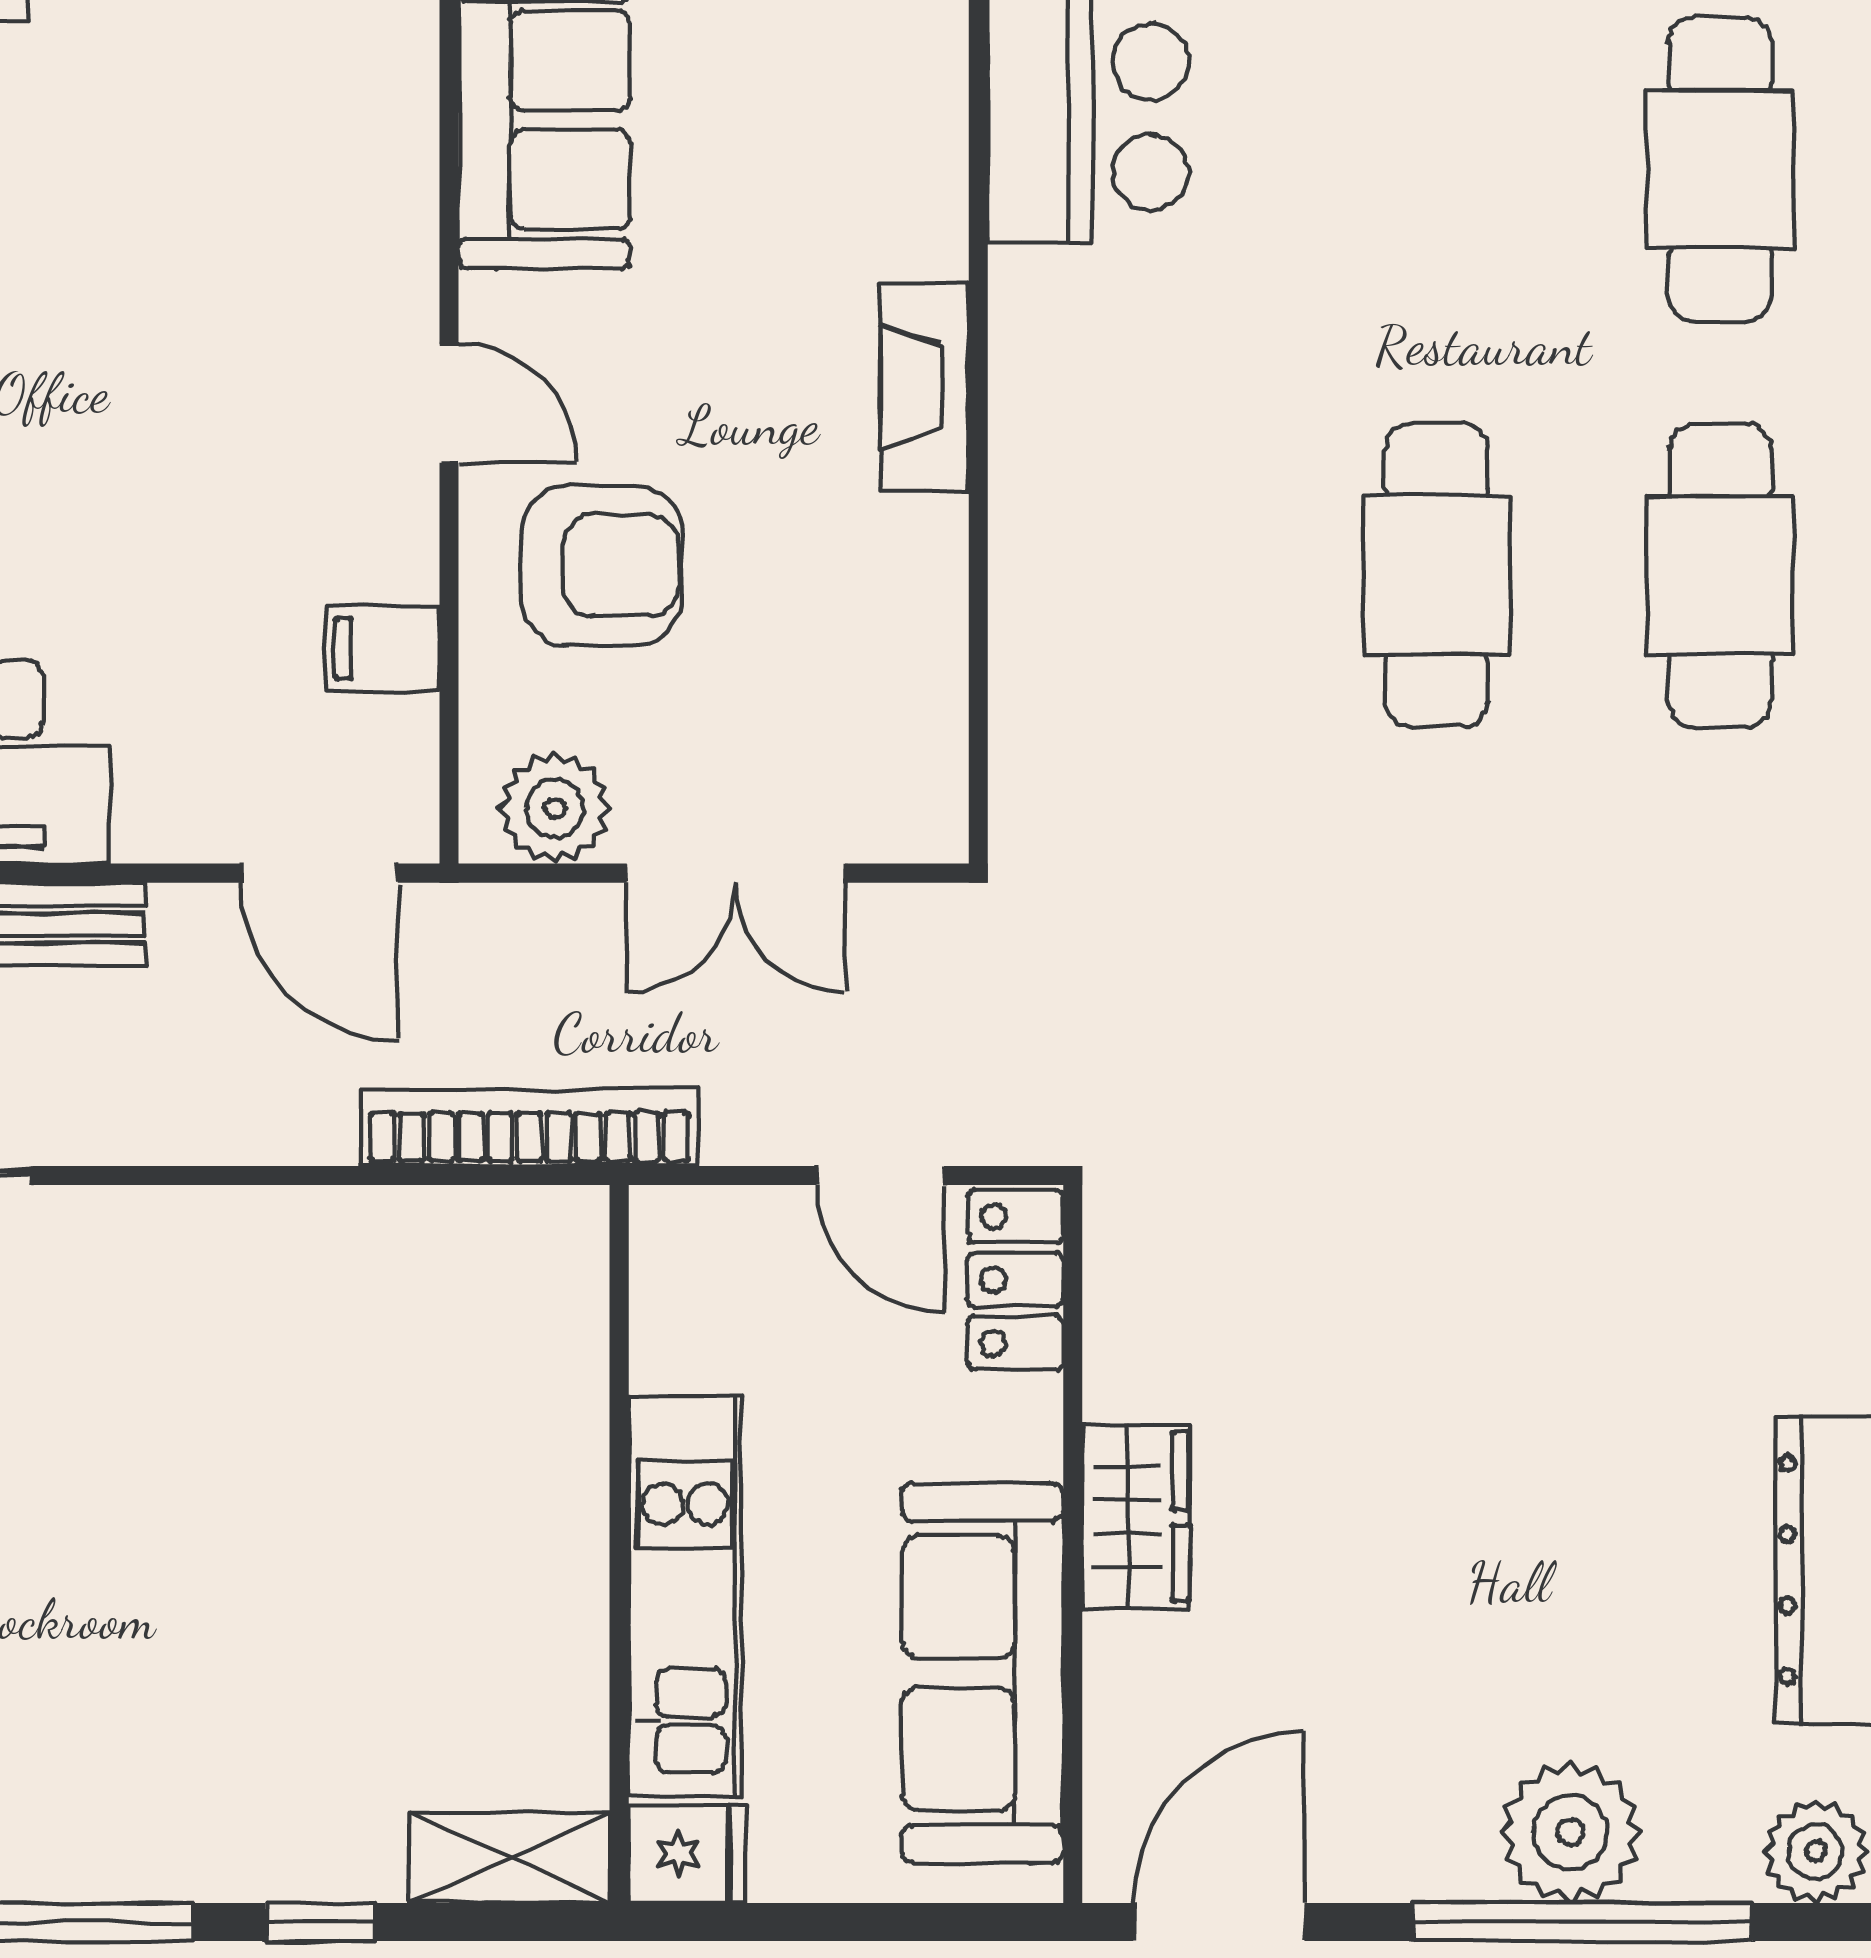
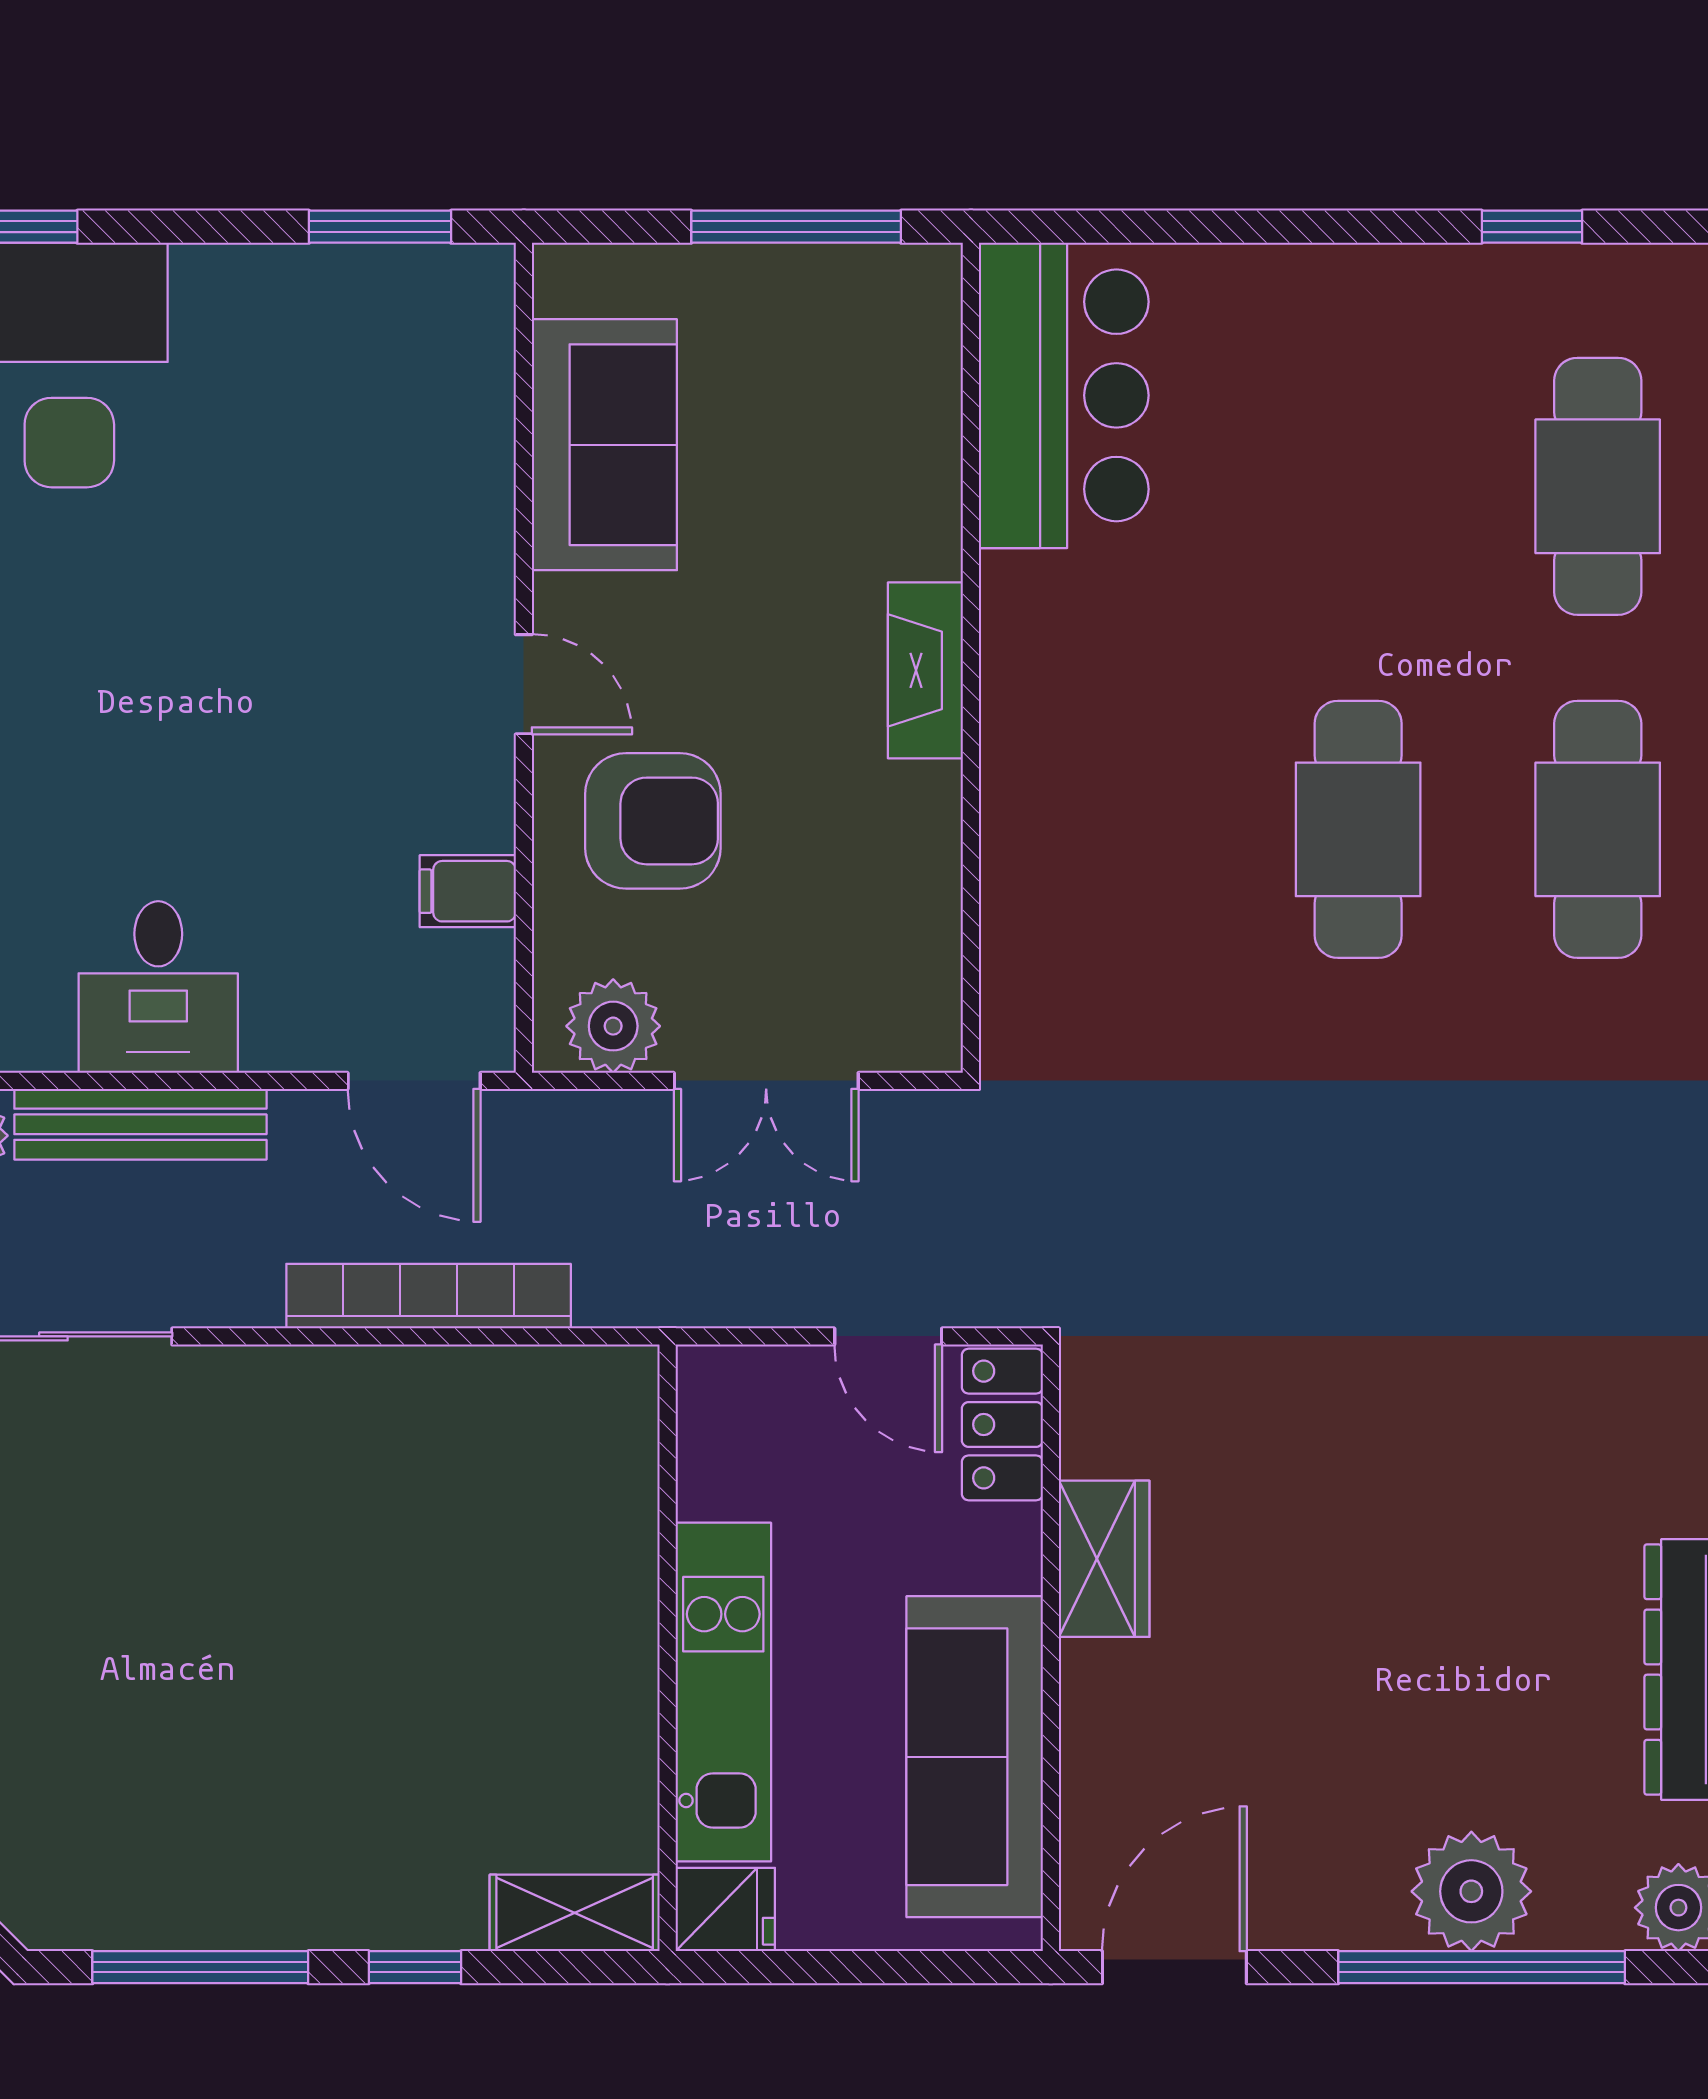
bookcase: (529, 1128) -> (429, 1296), moved
wardrobe: (1136, 1517) -> (1104, 1559), moved

